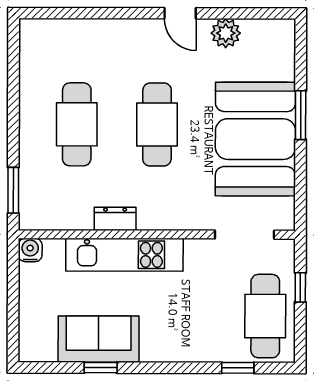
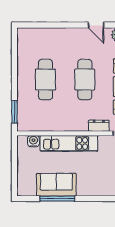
dresser: (115, 219) -> (99, 126), moved
water cooler: (30, 250) -> (33, 141), moved
window: (101, 368) -> (57, 199), width x2.17

